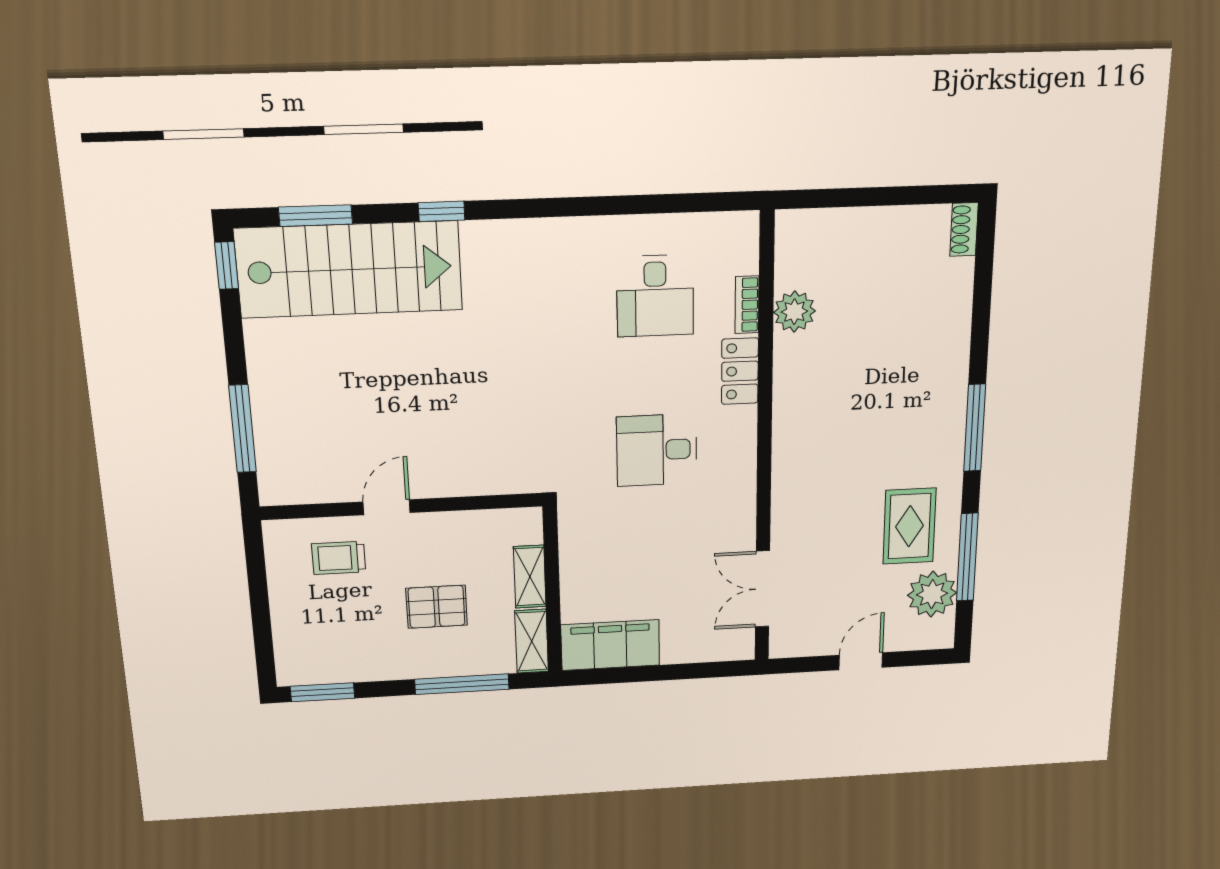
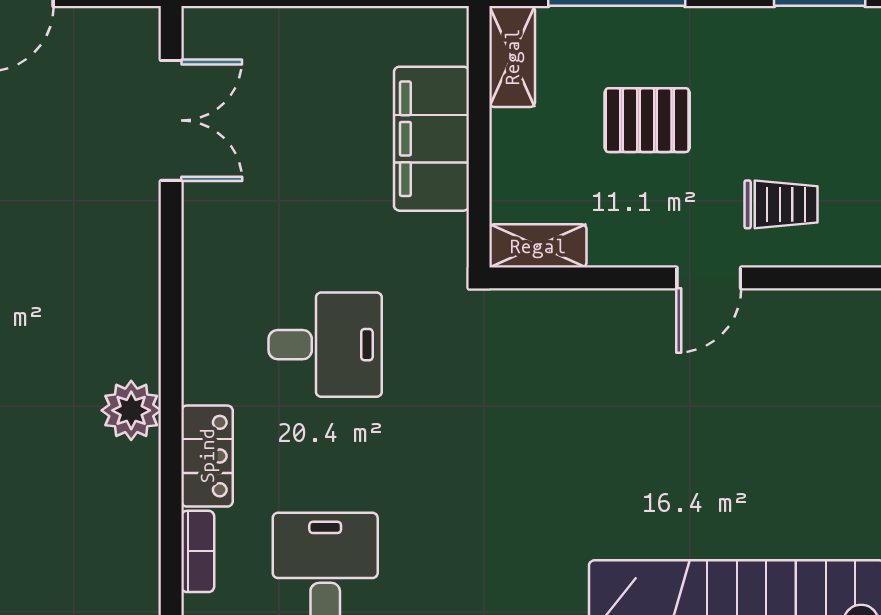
plant: (794, 312) -> (131, 410), moved
shelving: (530, 577) -> (538, 246), moved, turned 90
filing cabinet: (610, 645) -> (432, 139), moved, turned 90

